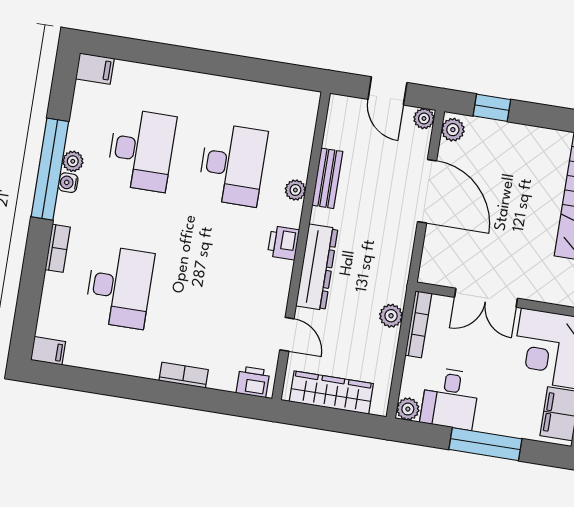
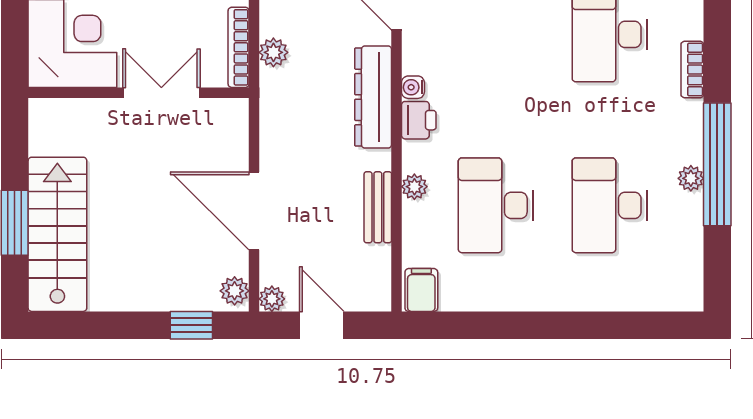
filing cabinet: (95, 69) -> (421, 290), moved, turned 90
water cooler: (68, 183) -> (413, 87), moved, turned 180

